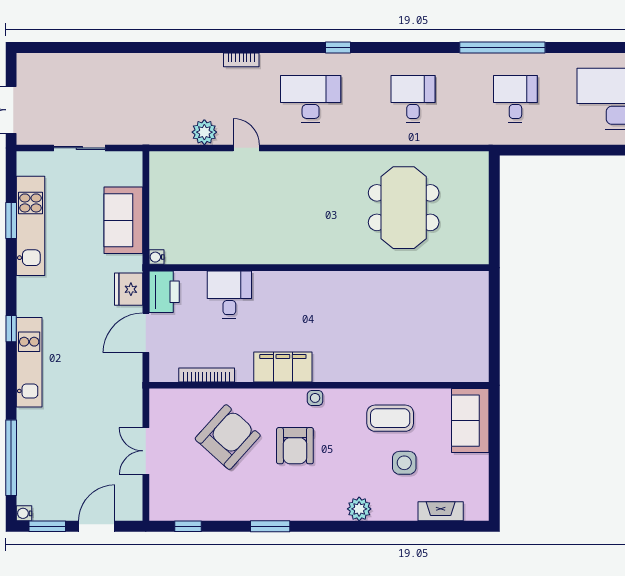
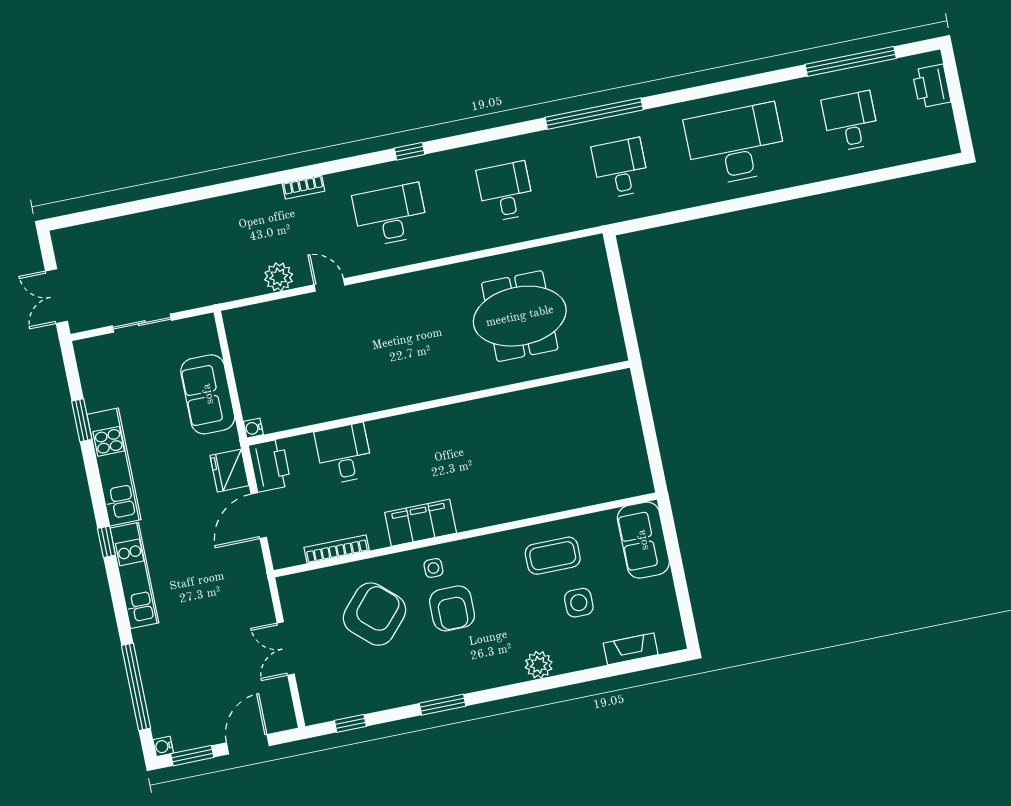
meeting table: (404, 208) -> (520, 316), turned 90
kitchen unit: (31, 226) -> (114, 467), moved
side table: (315, 398) -> (433, 568), moved

